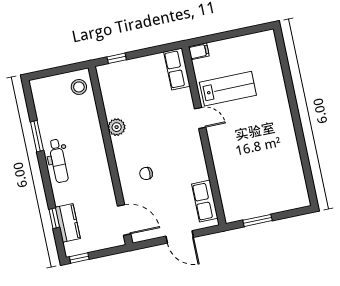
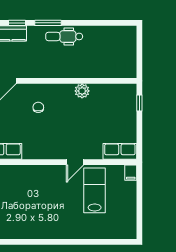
stool: (79, 87) -> (122, 67), removed
lab bench: (228, 89) -> (95, 190), turned 180
window: (37, 136) -> (48, 23), moved

